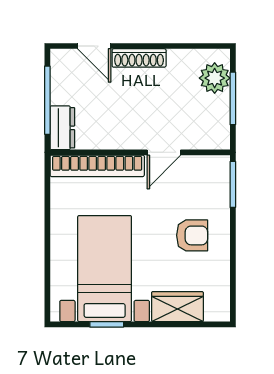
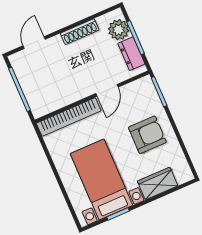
door: (94, 46) -> (34, 43), swing flipped
shoe rack: (139, 58) -> (80, 32), moved
dresser: (62, 128) -> (131, 54), moved, turned 180
armchair: (192, 235) -> (147, 135), width x1.38, depth x1.38

